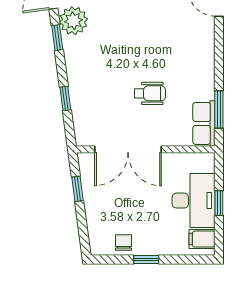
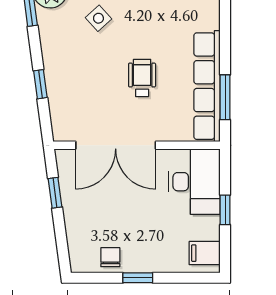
side table: (114, 44) -> (98, 18), added
wheelchair: (150, 93) -> (142, 78), turned -90
row of seats: (204, 123) -> (207, 86), width x2.02
desk: (194, 201) -> (195, 182), moved

